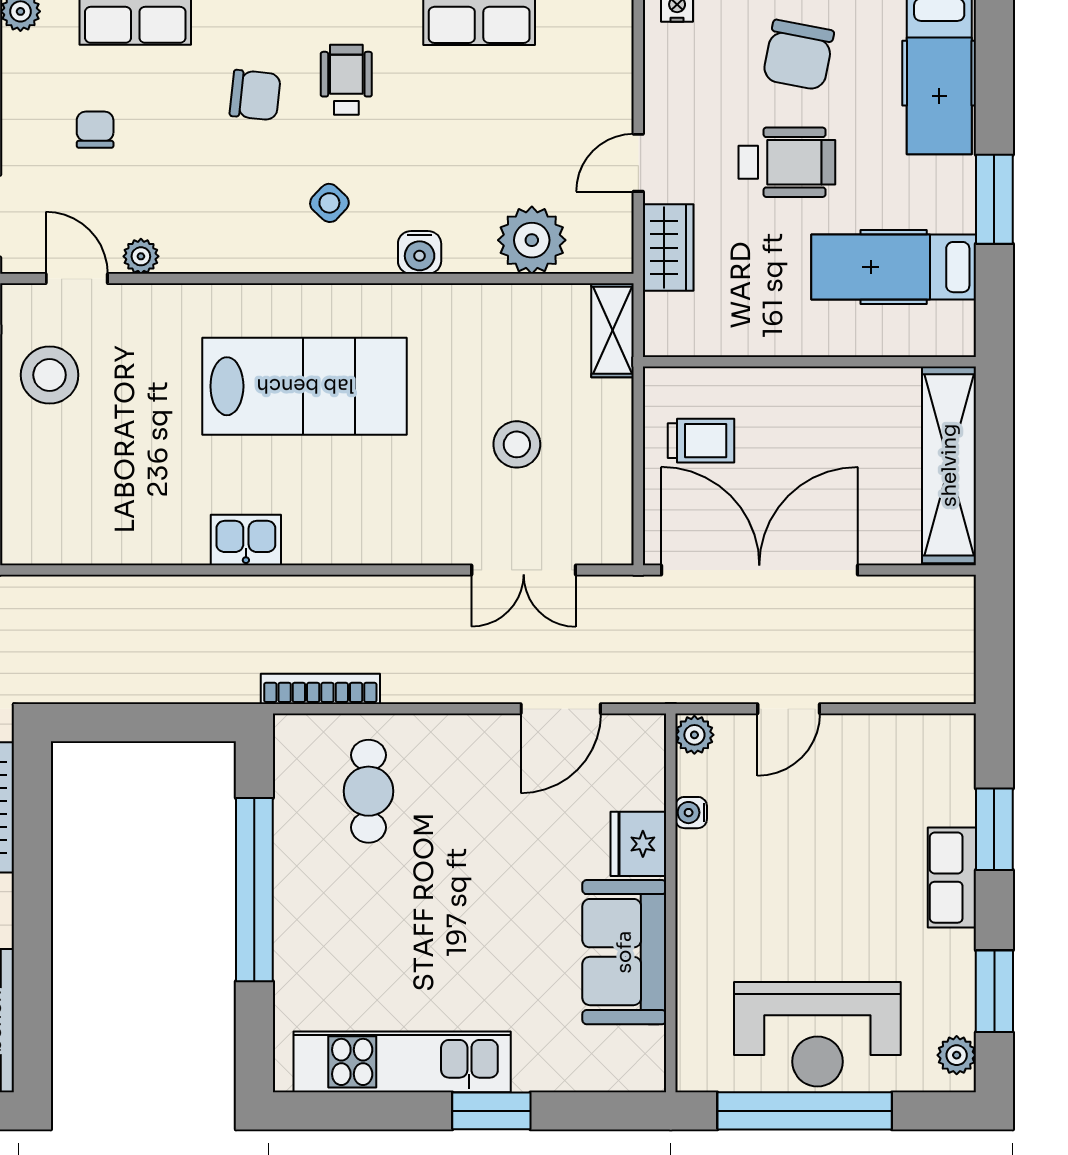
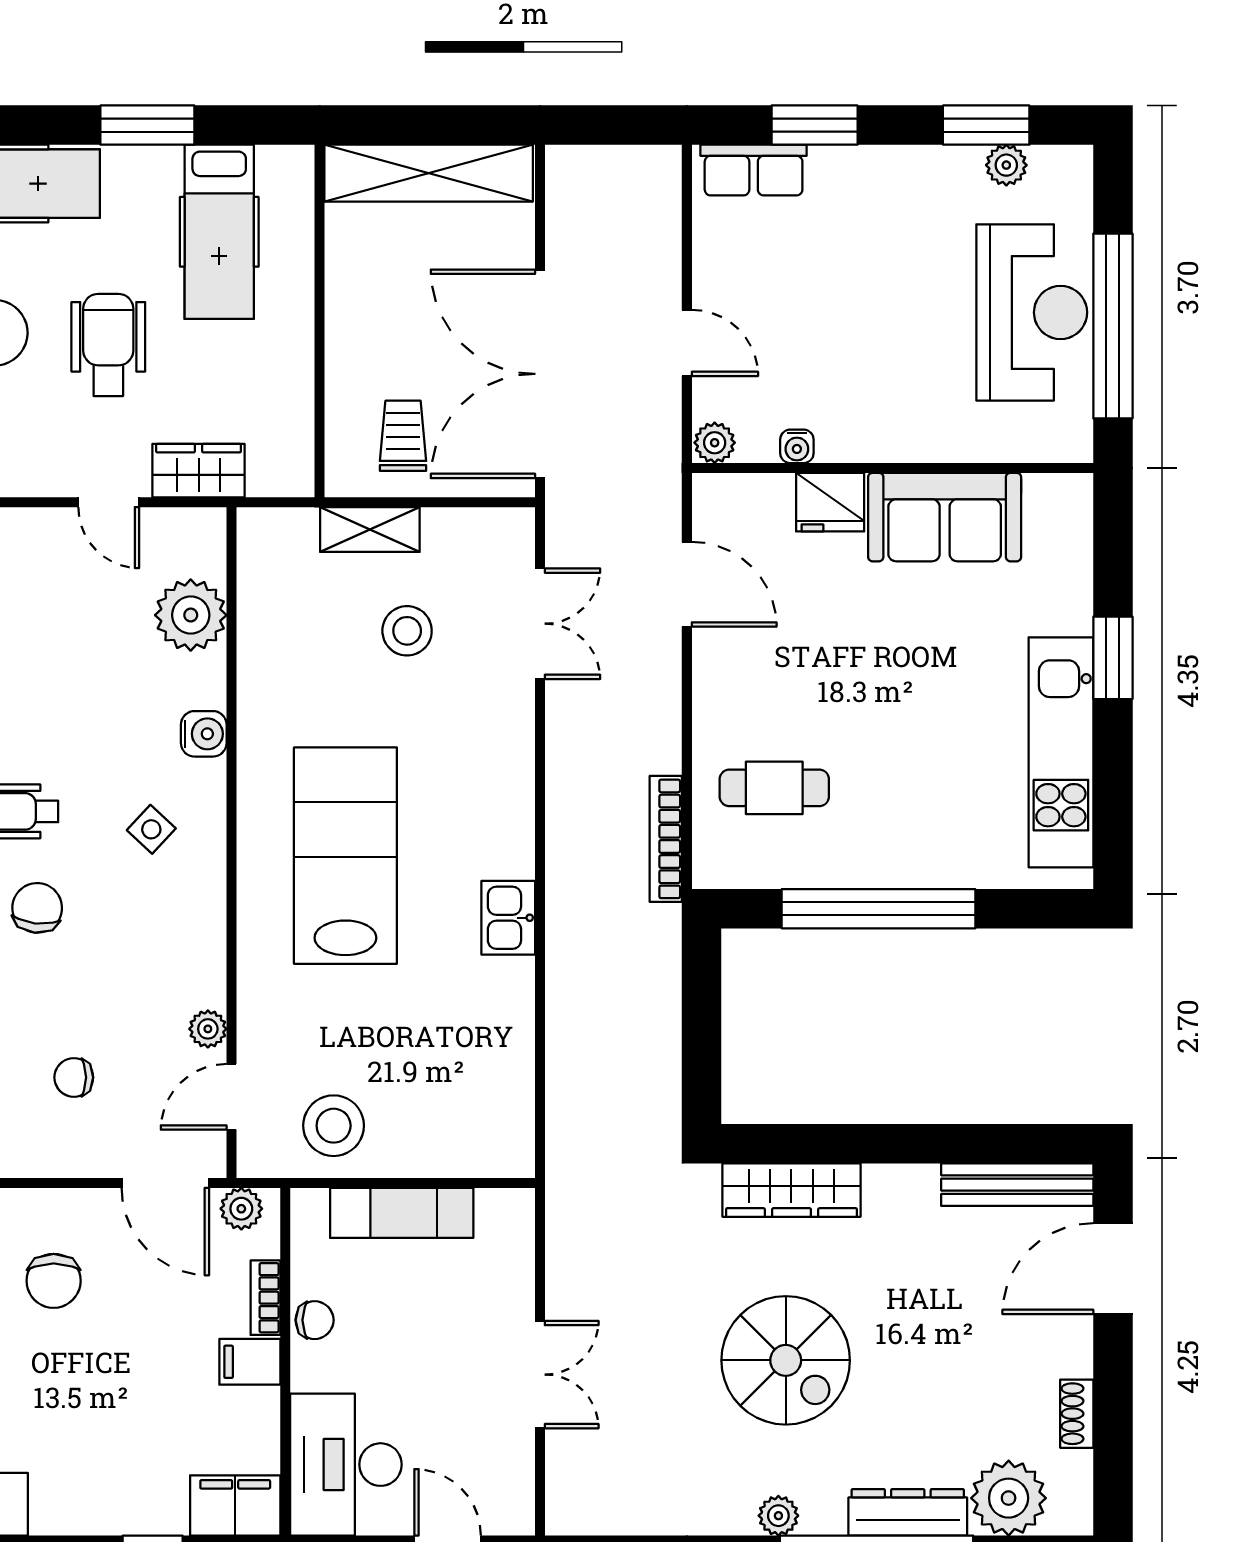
shelving: (612, 330) -> (370, 530), moved
row of seats: (952, 878) -> (754, 170), moved
plant: (957, 1055) -> (1006, 165), moved

